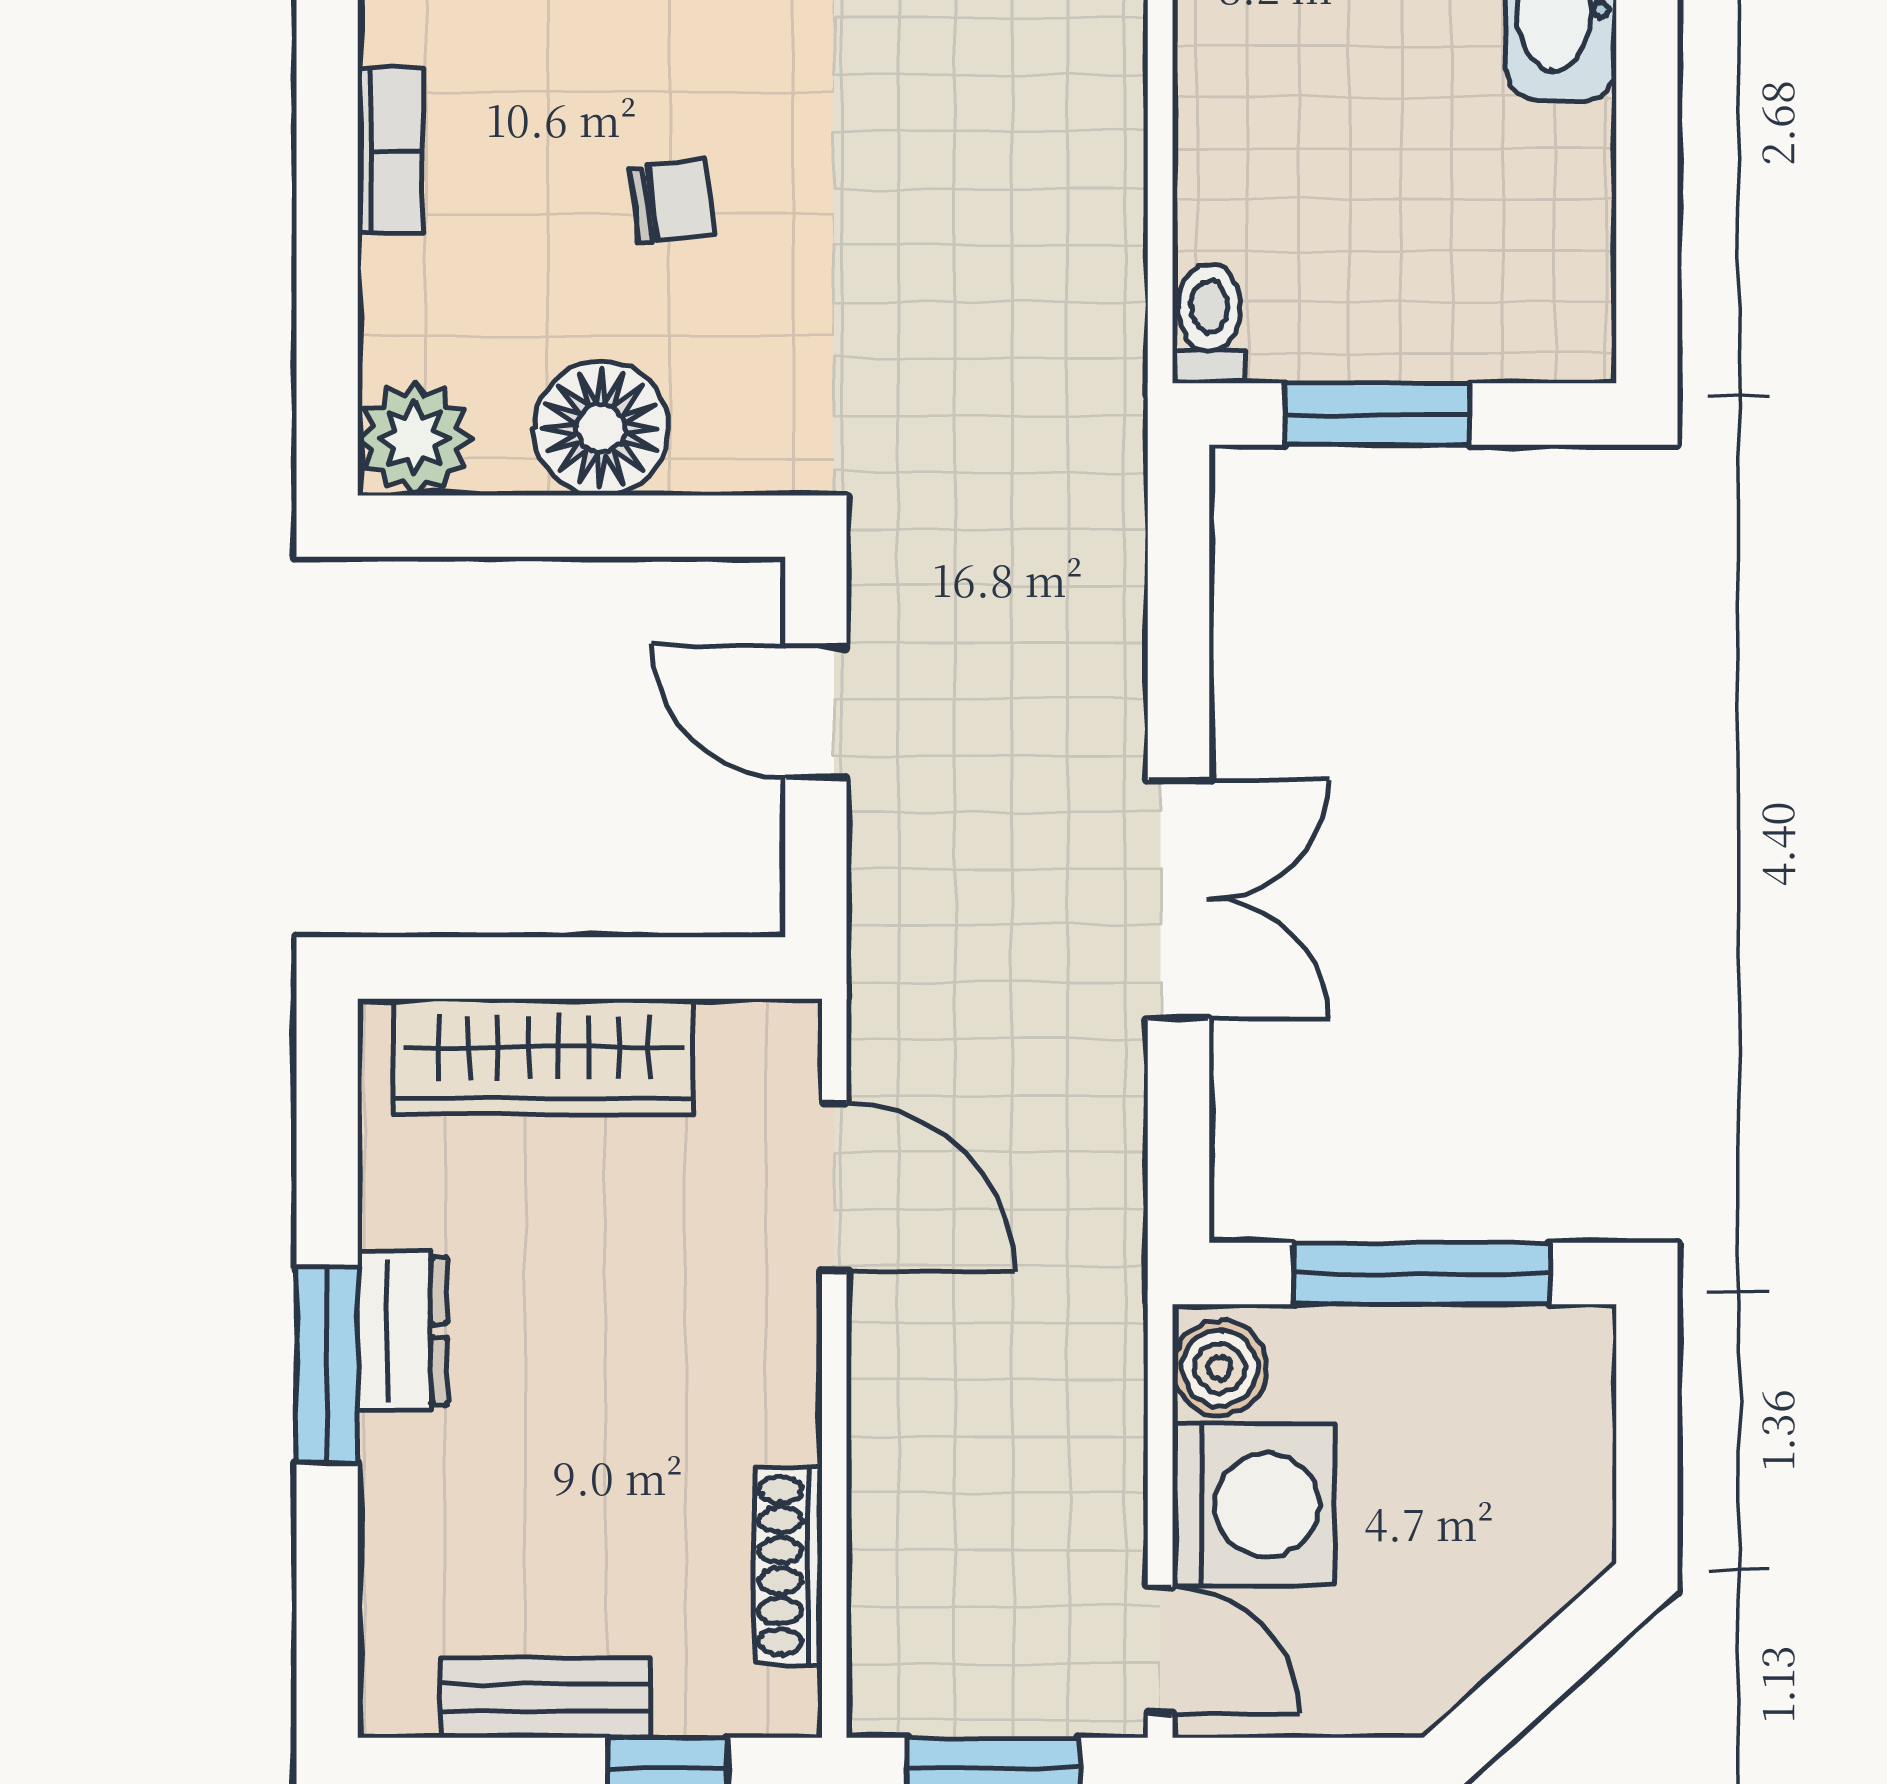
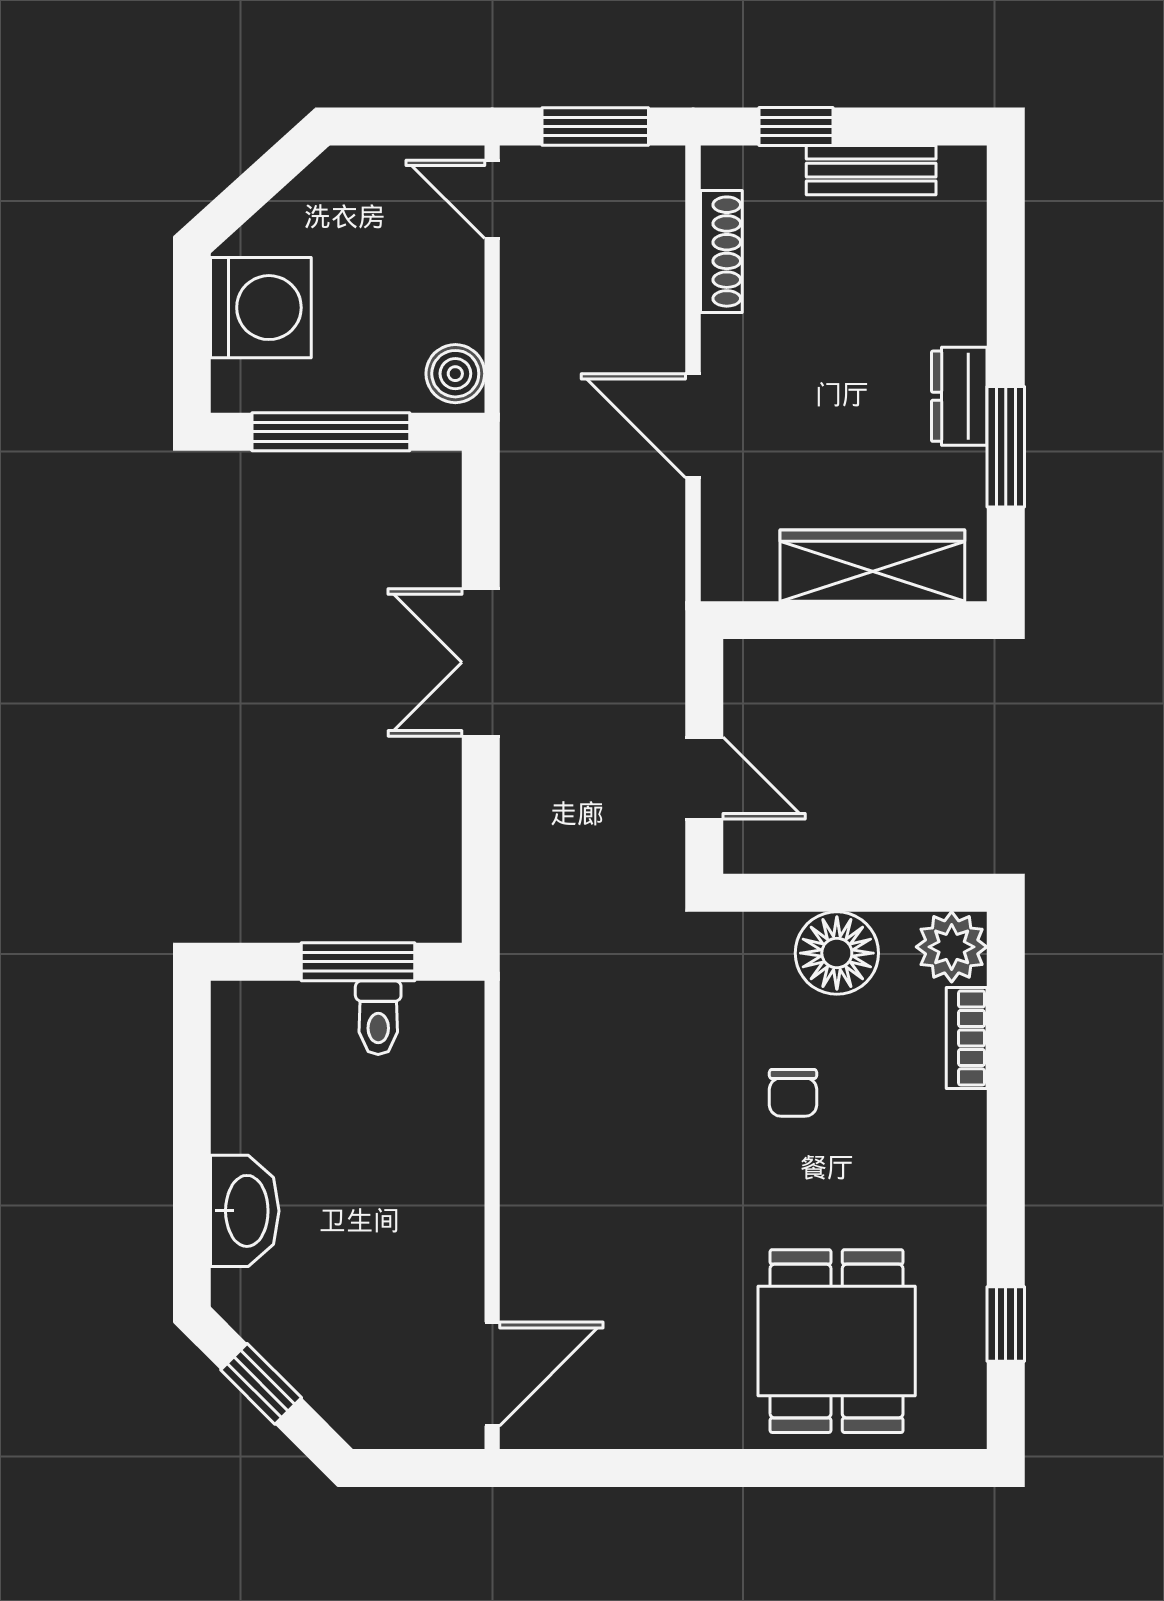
bookcase: (391, 151) -> (967, 1038), moved
chair: (672, 201) -> (793, 1093), turned -83
toilet: (1209, 323) -> (378, 1018), moved
door: (834, 1188) -> (693, 426), moved
window: (327, 1365) -> (1006, 447), moved
washing machine: (1254, 1505) -> (261, 308), moved, turned 180

